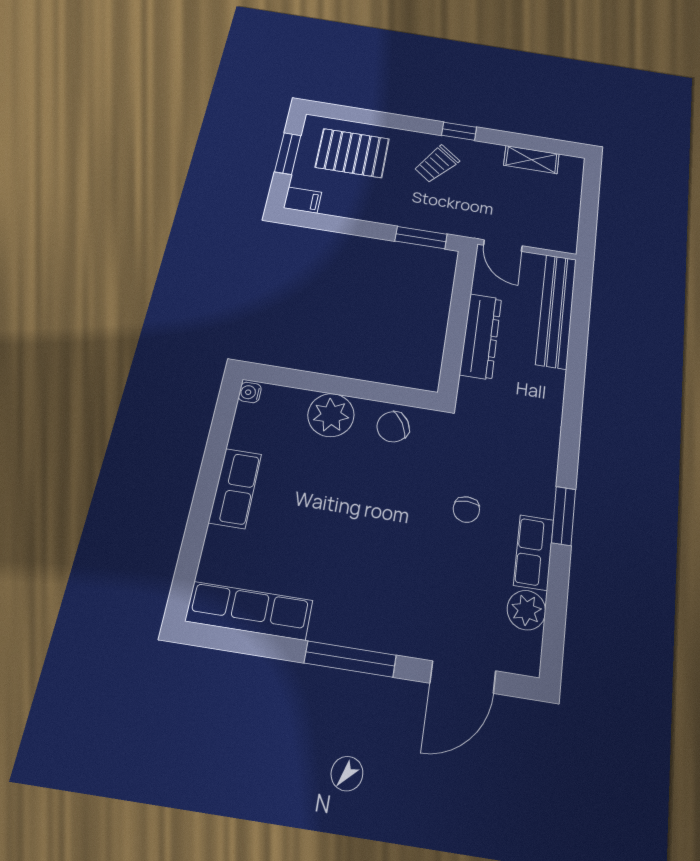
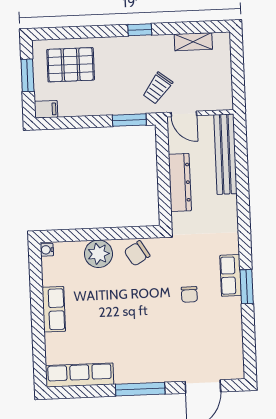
trolley: (437, 164) -> (158, 88), moved
row of seats: (534, 552) -> (231, 275), moved
plant: (526, 610) -> (232, 344), removed

